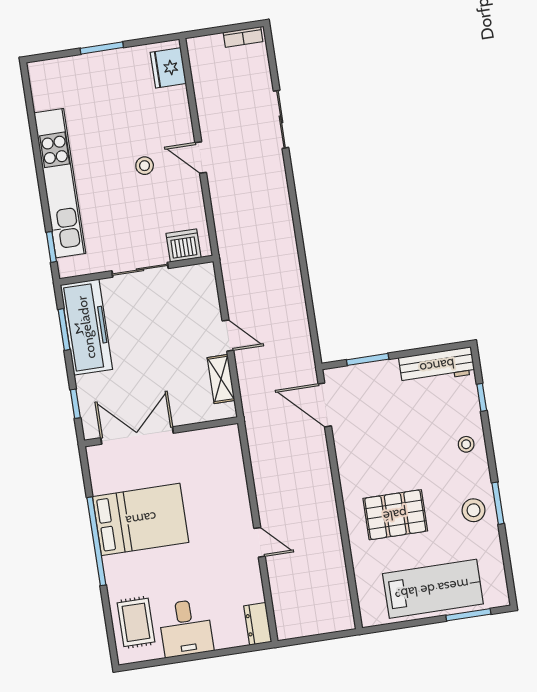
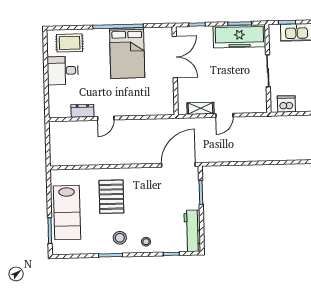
dishwasher: (183, 245) -> (286, 104), moved, turned -90
door: (325, 405) -> (178, 165), width x1.36
stool: (474, 510) -> (120, 238), moved
dresser: (258, 624) -> (82, 111), moved

